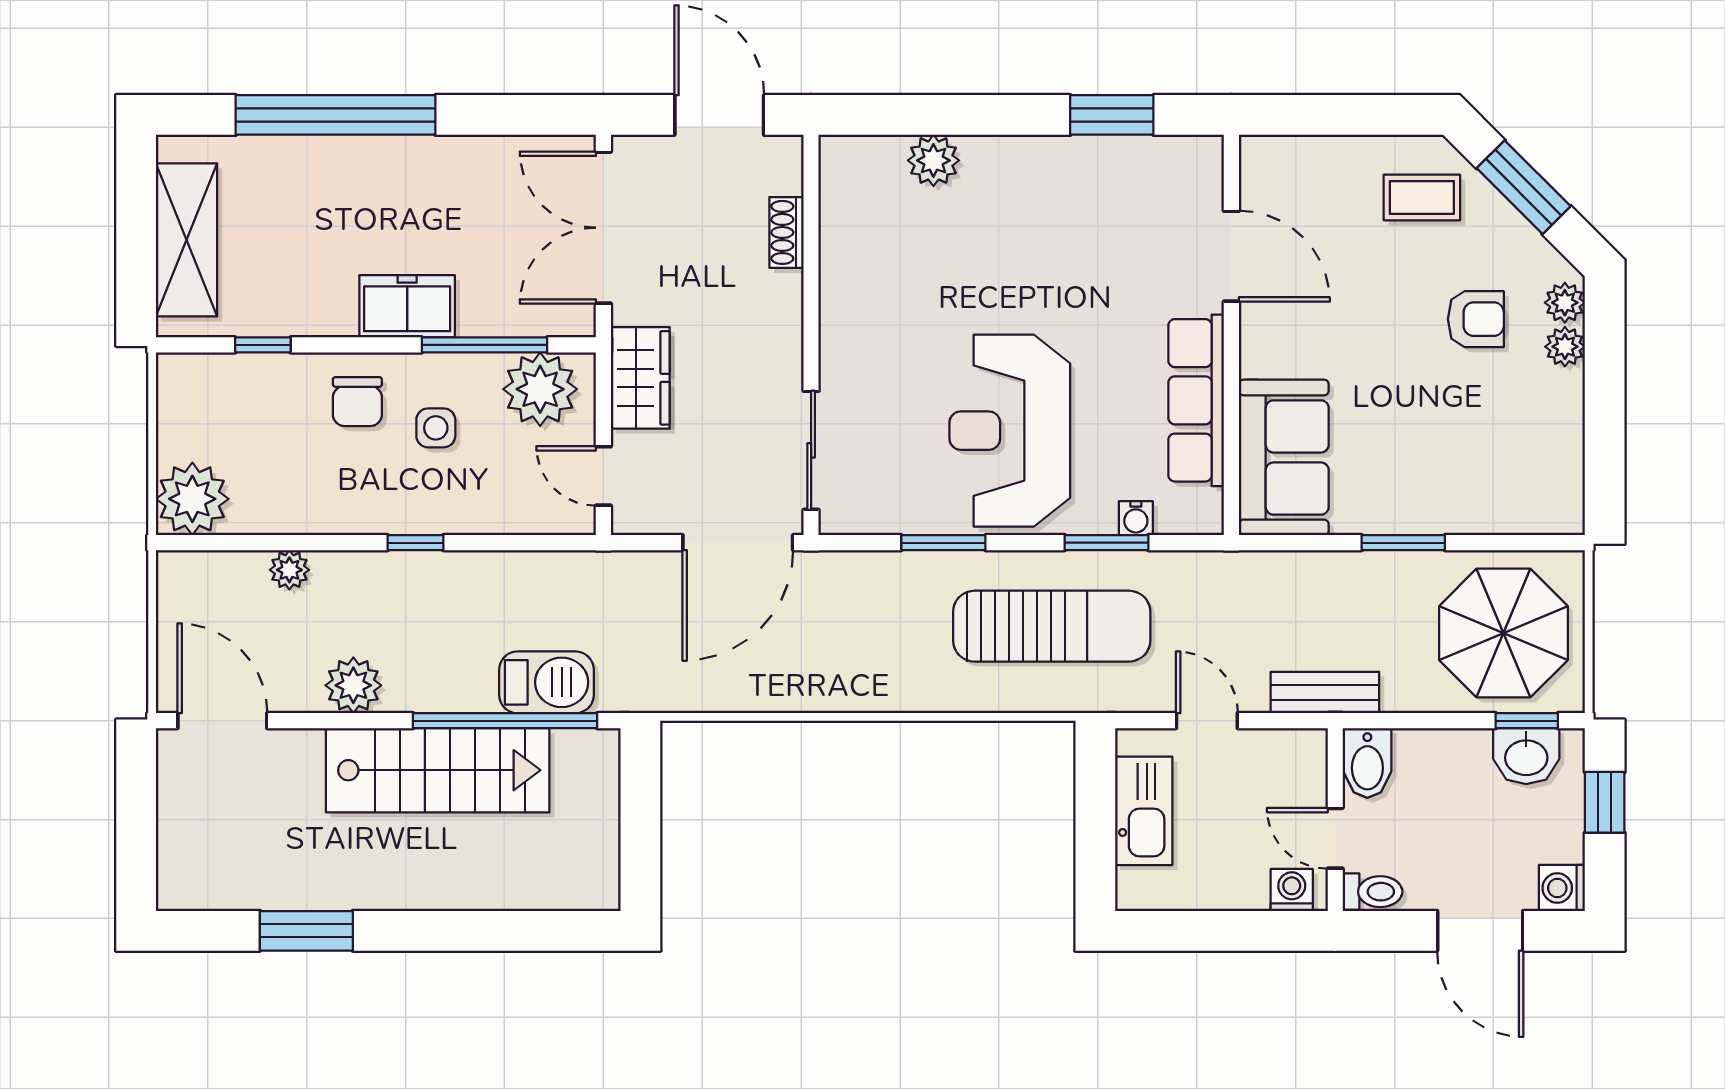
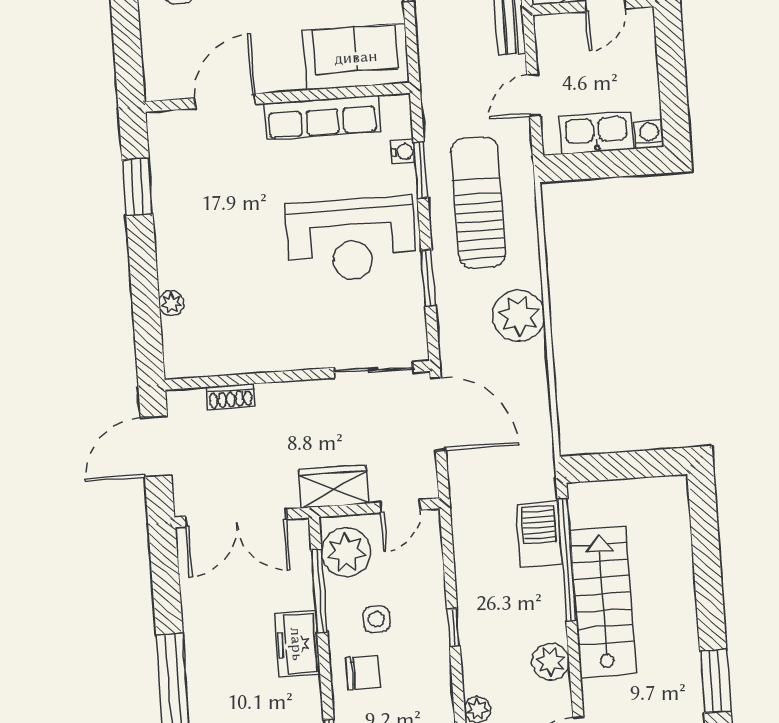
plant: (933, 160) -> (171, 303), width x0.73, depth x0.73
plant: (877, 674) -> (519, 316), added
washing machine: (1292, 890) -> (649, 134), moved, turned 90

